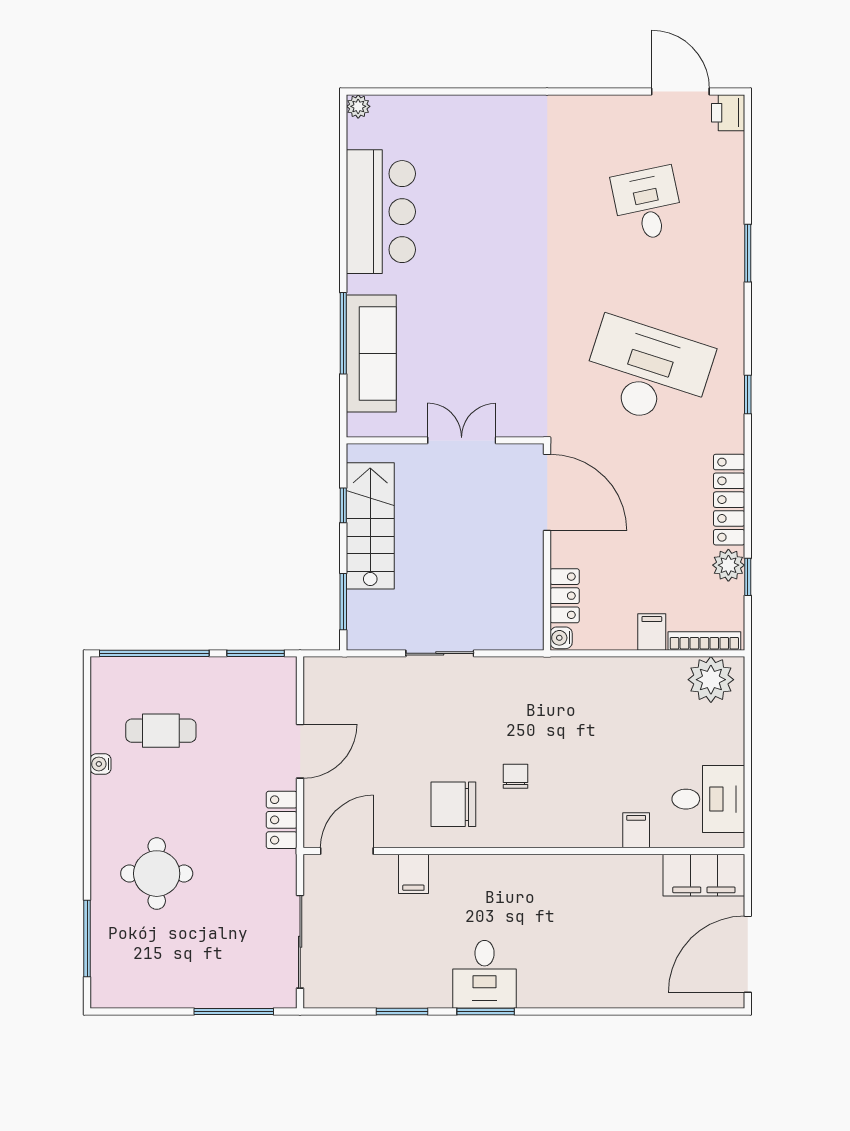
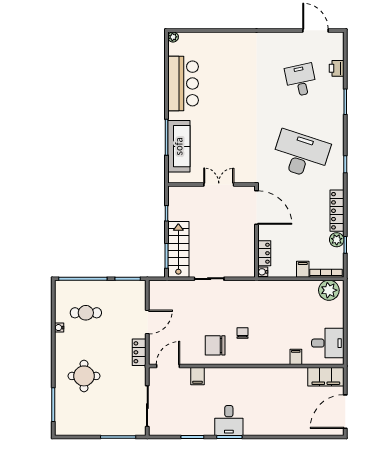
printer: (728, 113) -> (337, 68), moved
stairs: (370, 526) -> (178, 249), moved

